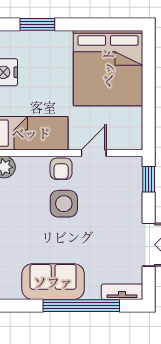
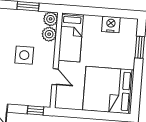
plant: (28, 167) -> (49, 34), added
armchair: (61, 169) -> (47, 55), removed

